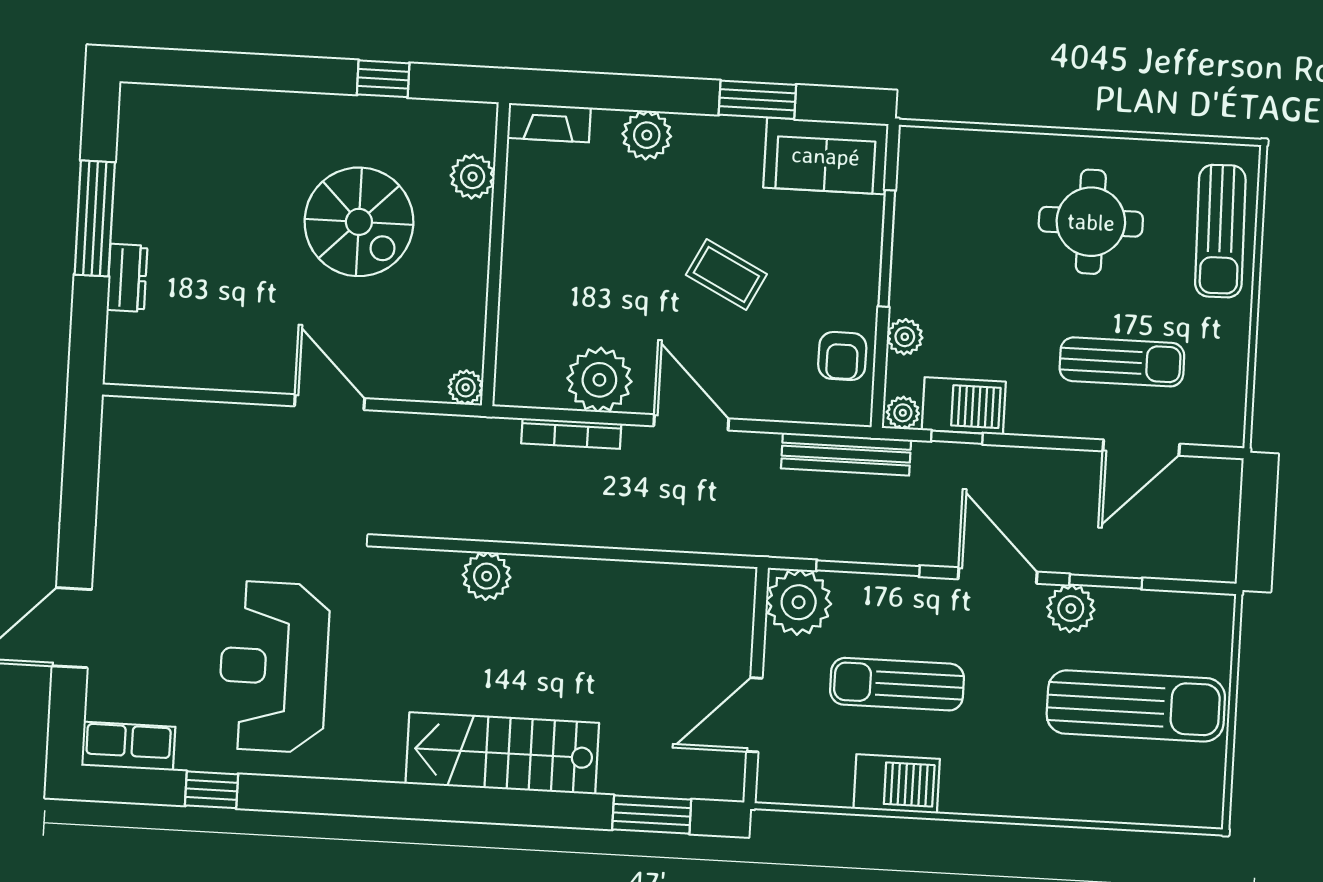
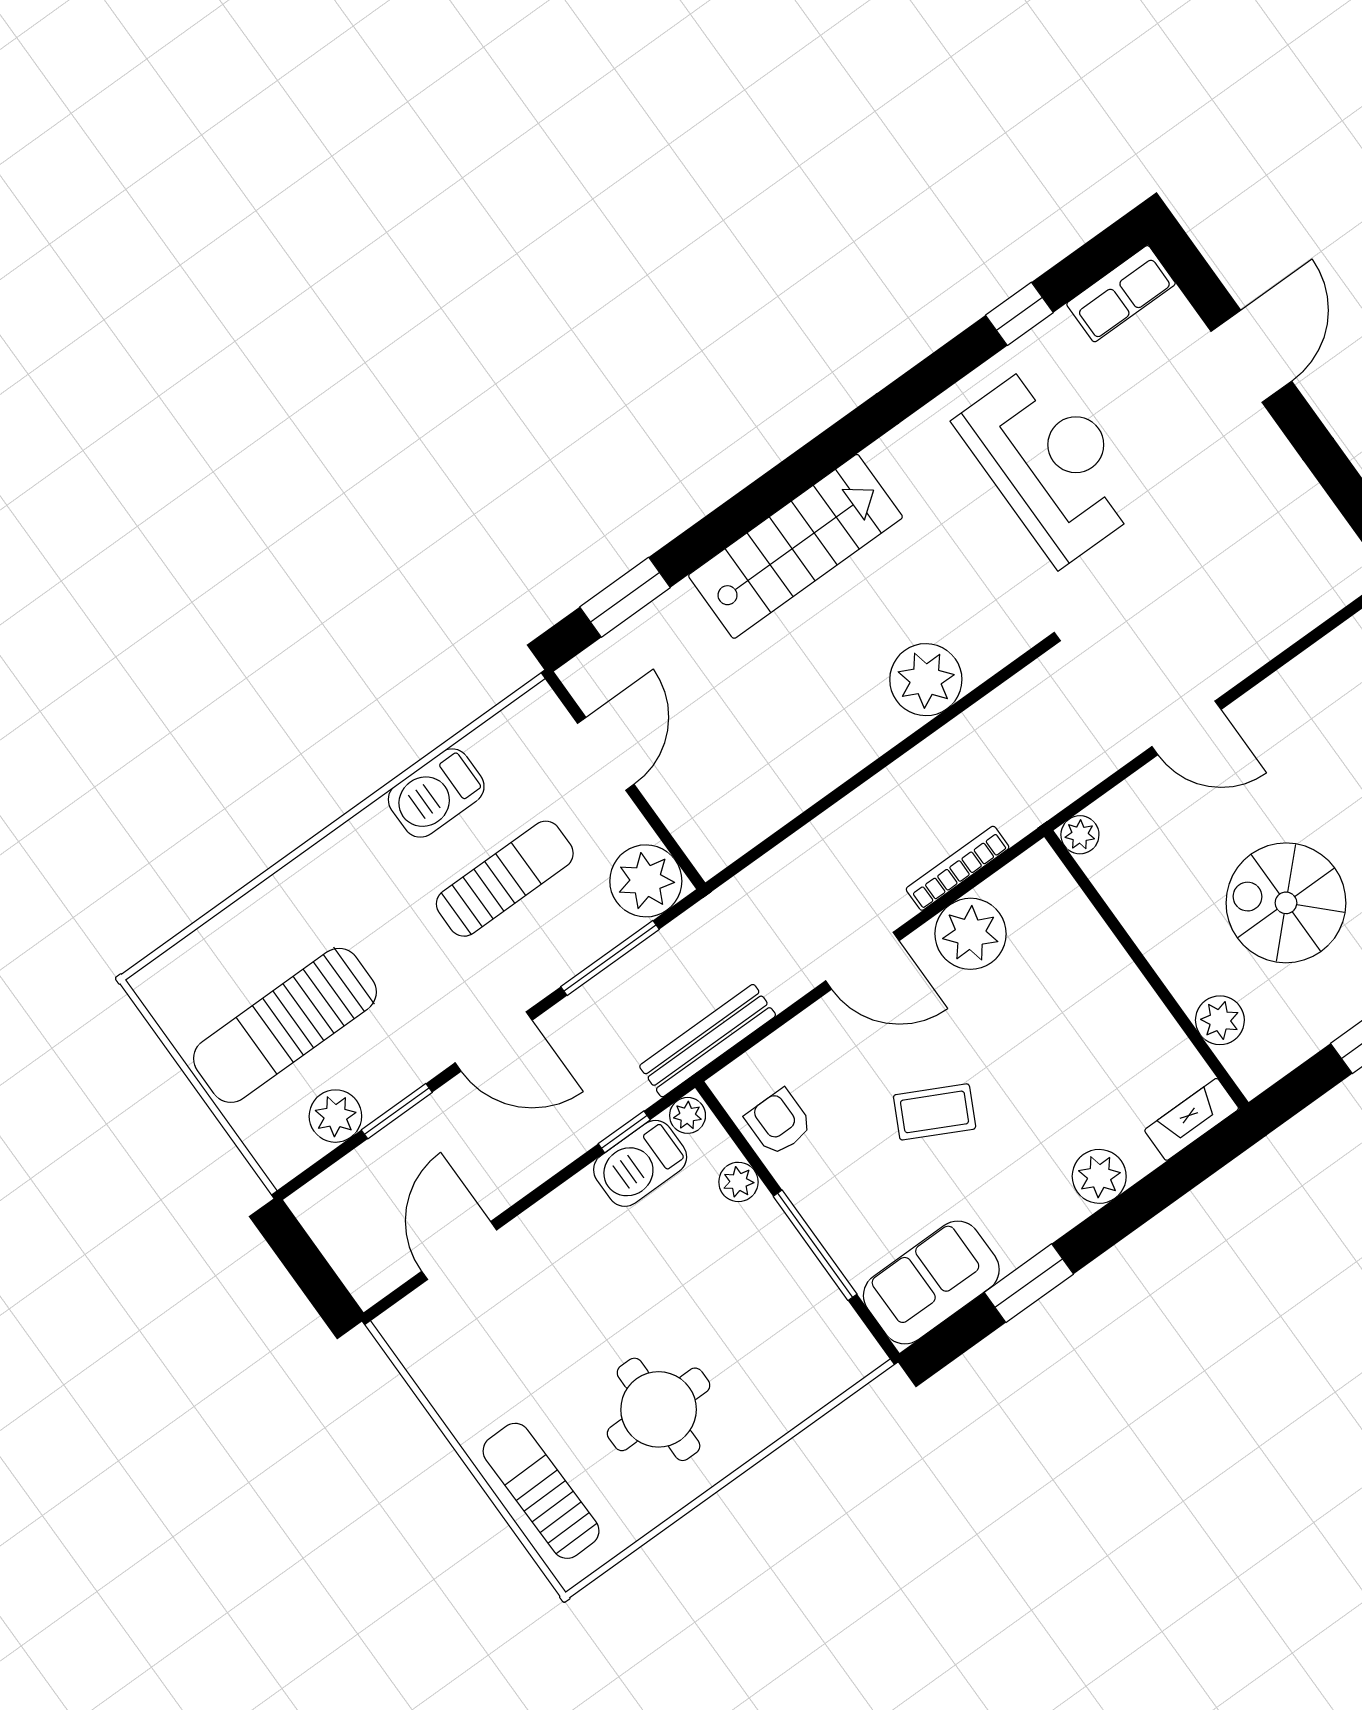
sun lounger: (1122, 362) -> (535, 1311), removed
plant: (487, 576) -> (926, 680), width x1.36, depth x1.36
plant: (1071, 609) -> (335, 1116), moved

